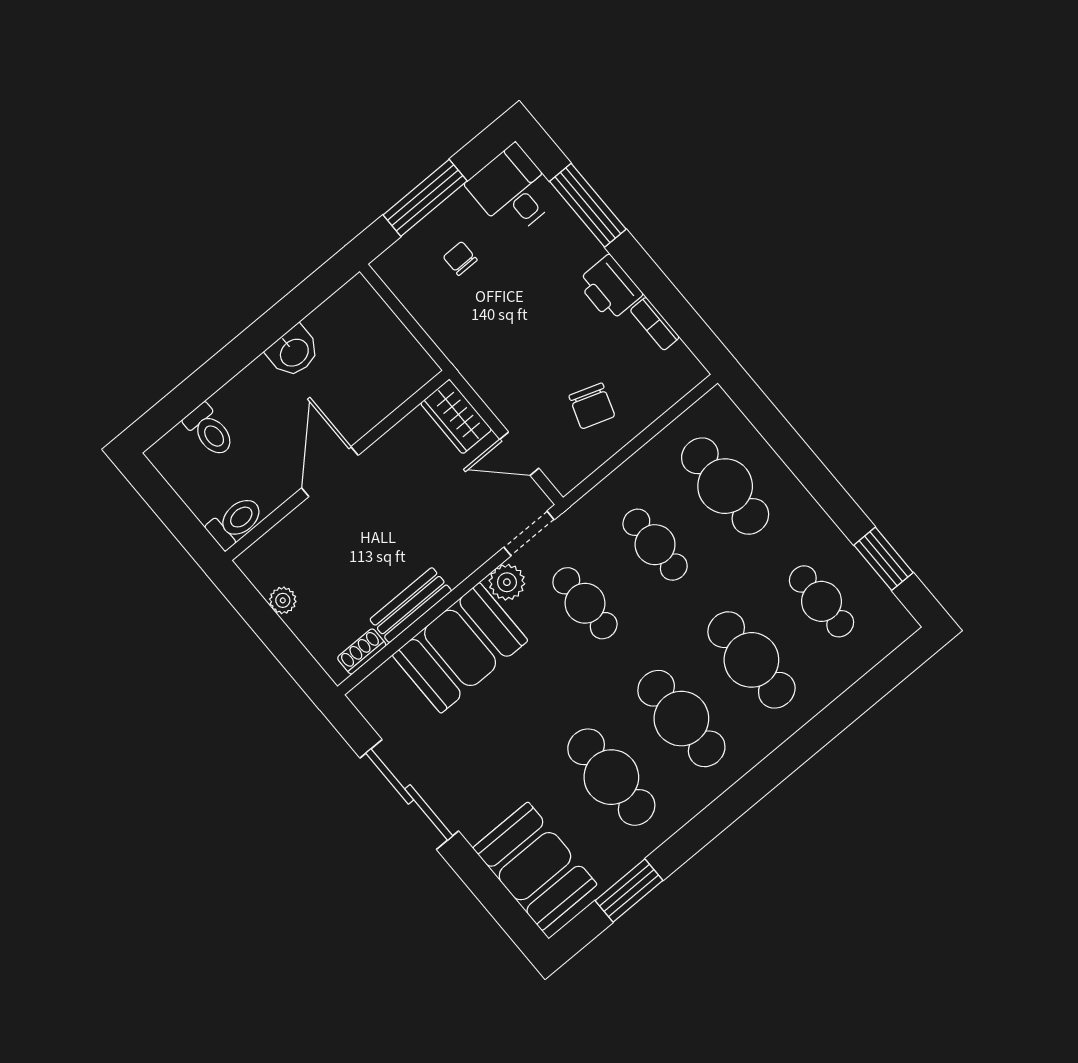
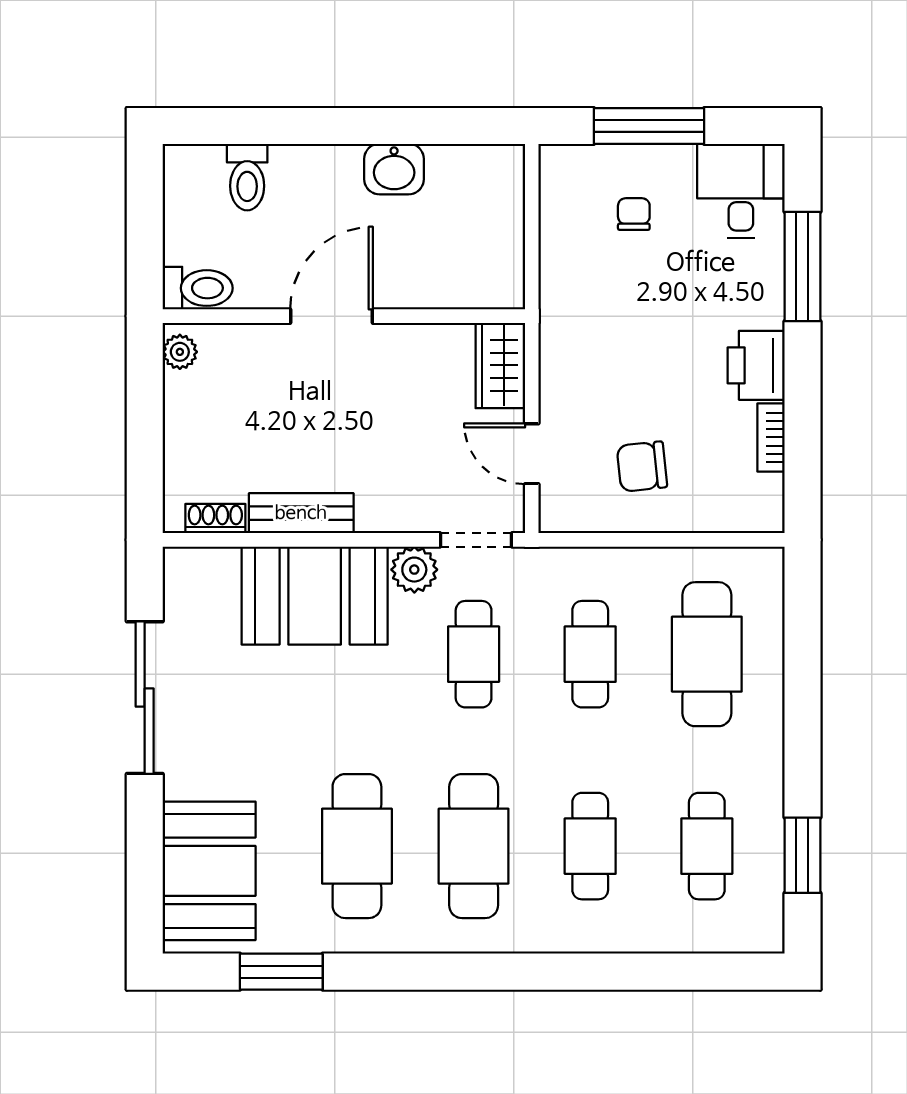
chair: (592, 406) -> (642, 467), turned 65
plant: (283, 600) -> (180, 352), moved
cafe table: (751, 660) -> (590, 846), width x0.73, depth x0.74

